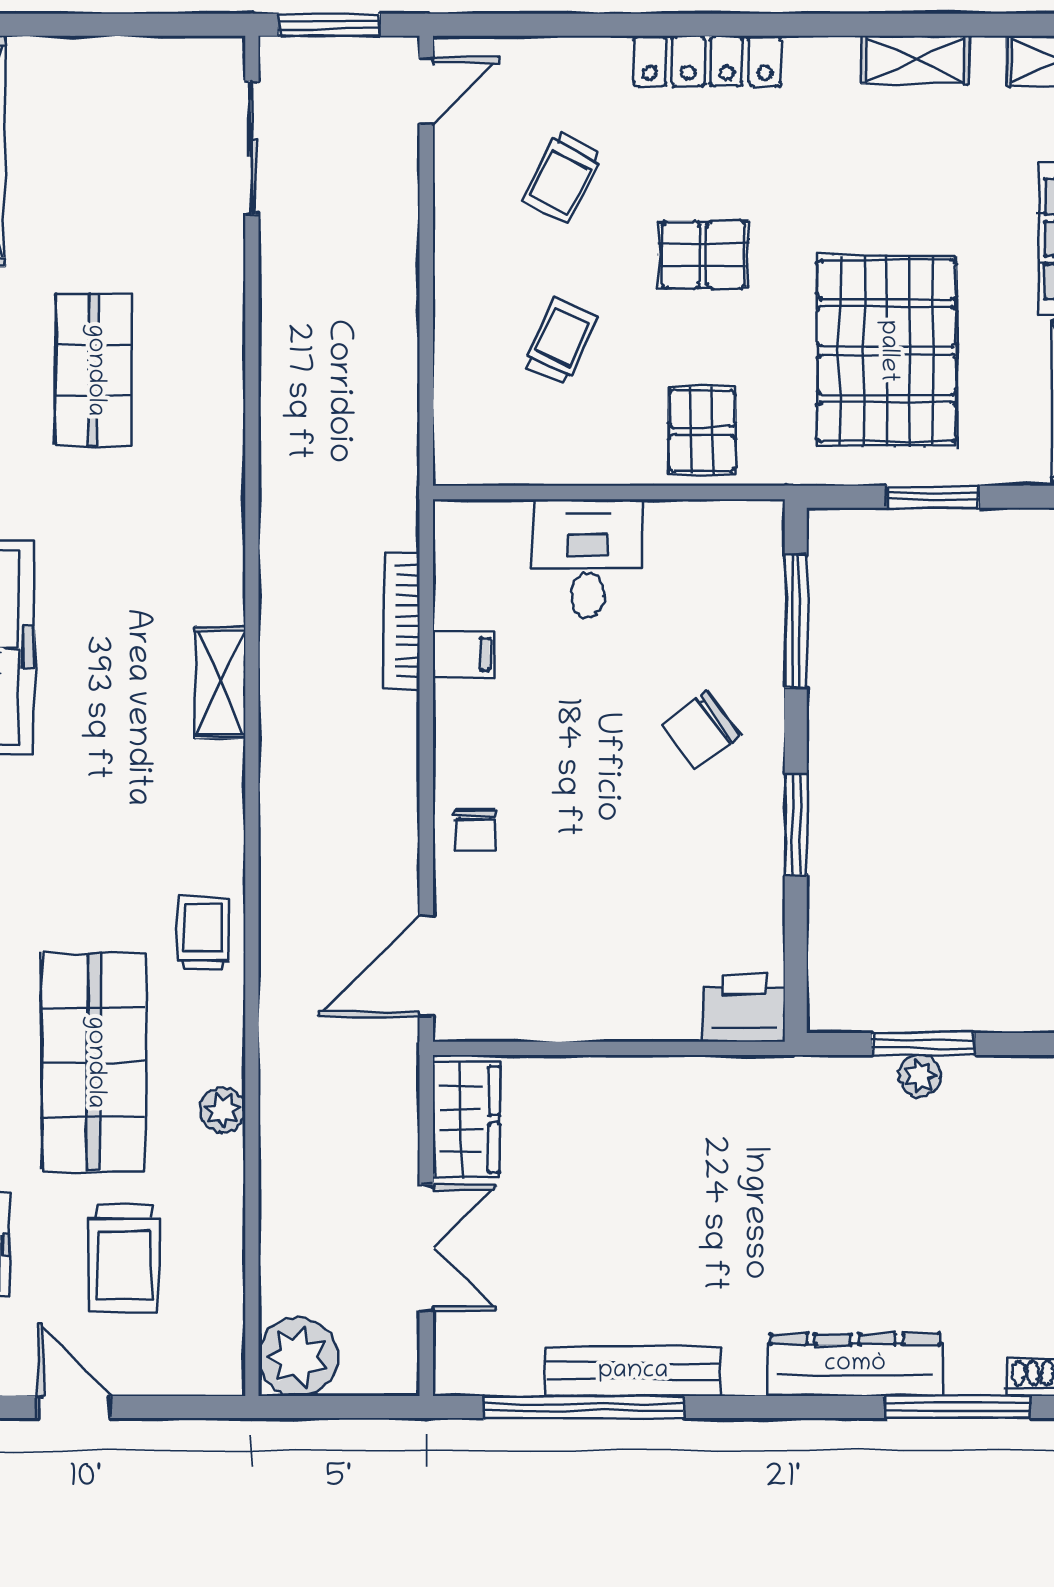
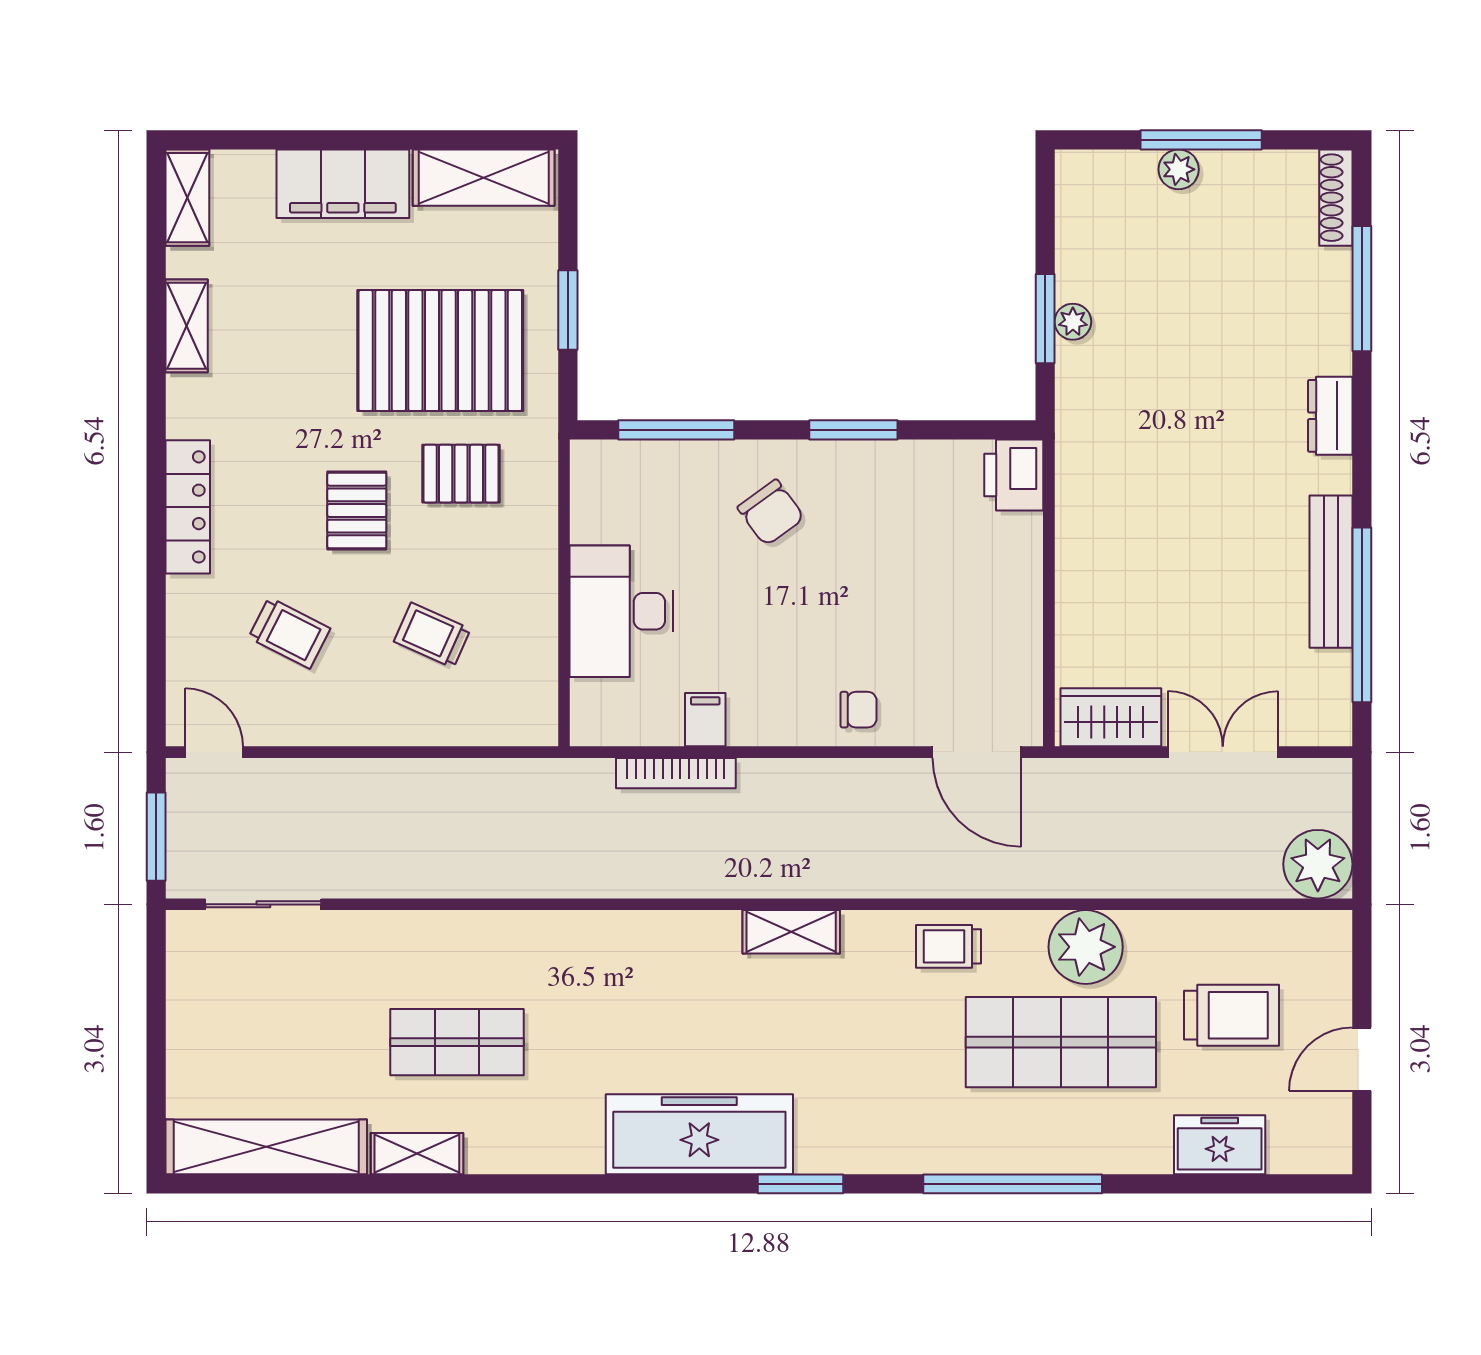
pallet: (702, 431) -> (461, 474), moved
desk: (588, 558) -> (621, 611), width x1.37
shelving: (220, 682) -> (791, 932), moved
plant: (223, 1110) -> (1086, 947), width x1.87, depth x1.87
dresser: (855, 1365) -> (1330, 416), width x0.51, depth x0.80

